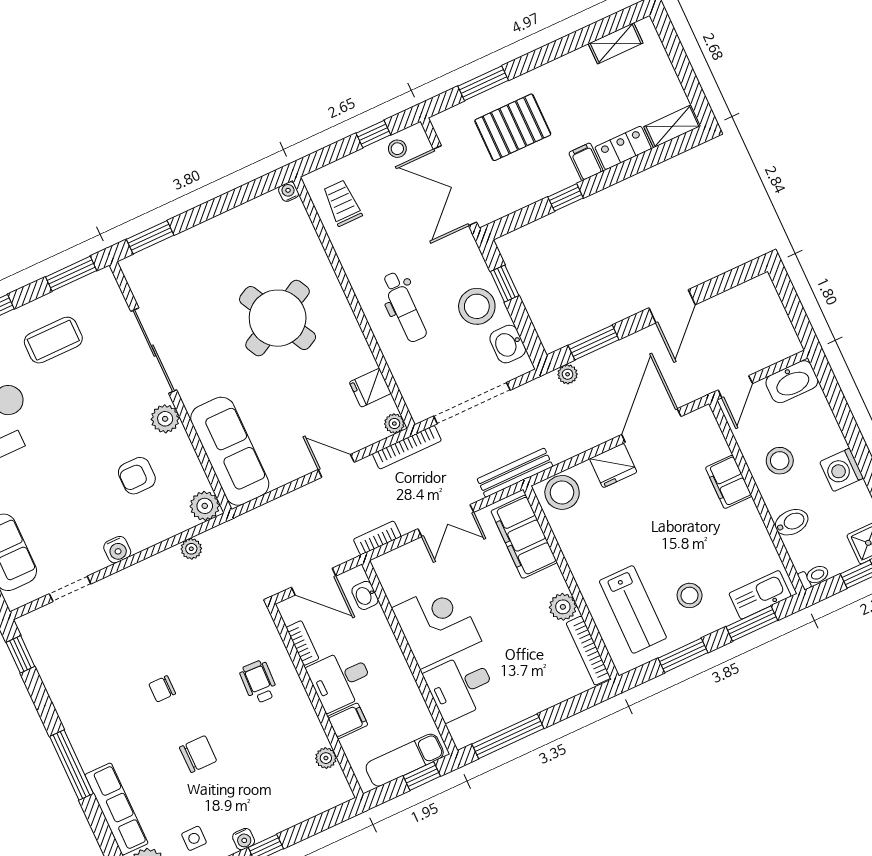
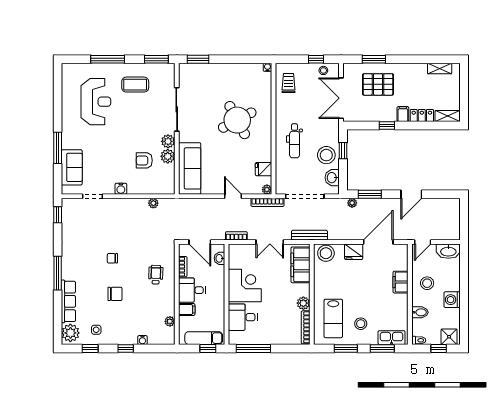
plant: (205, 506) -> (168, 156), moved
water cooler: (244, 839) -> (142, 340), moved

